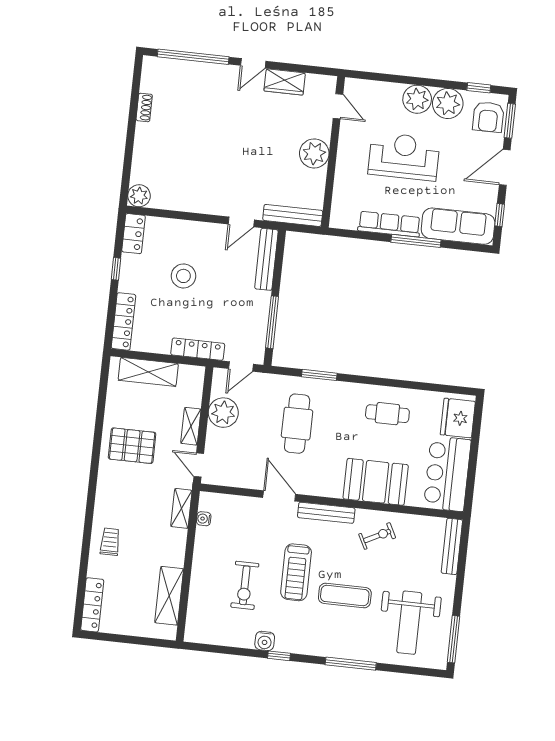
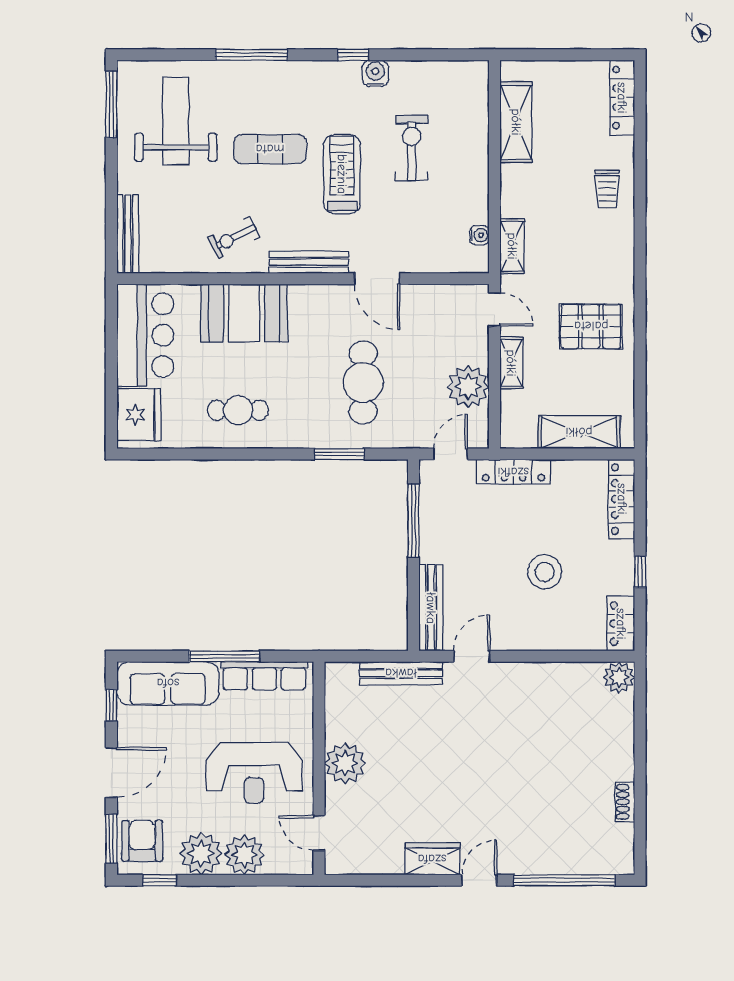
door: (338, 106) -> (319, 833), moved
wall: (333, 152) -> (319, 768), moved
plant: (314, 153) -> (345, 763), moved

